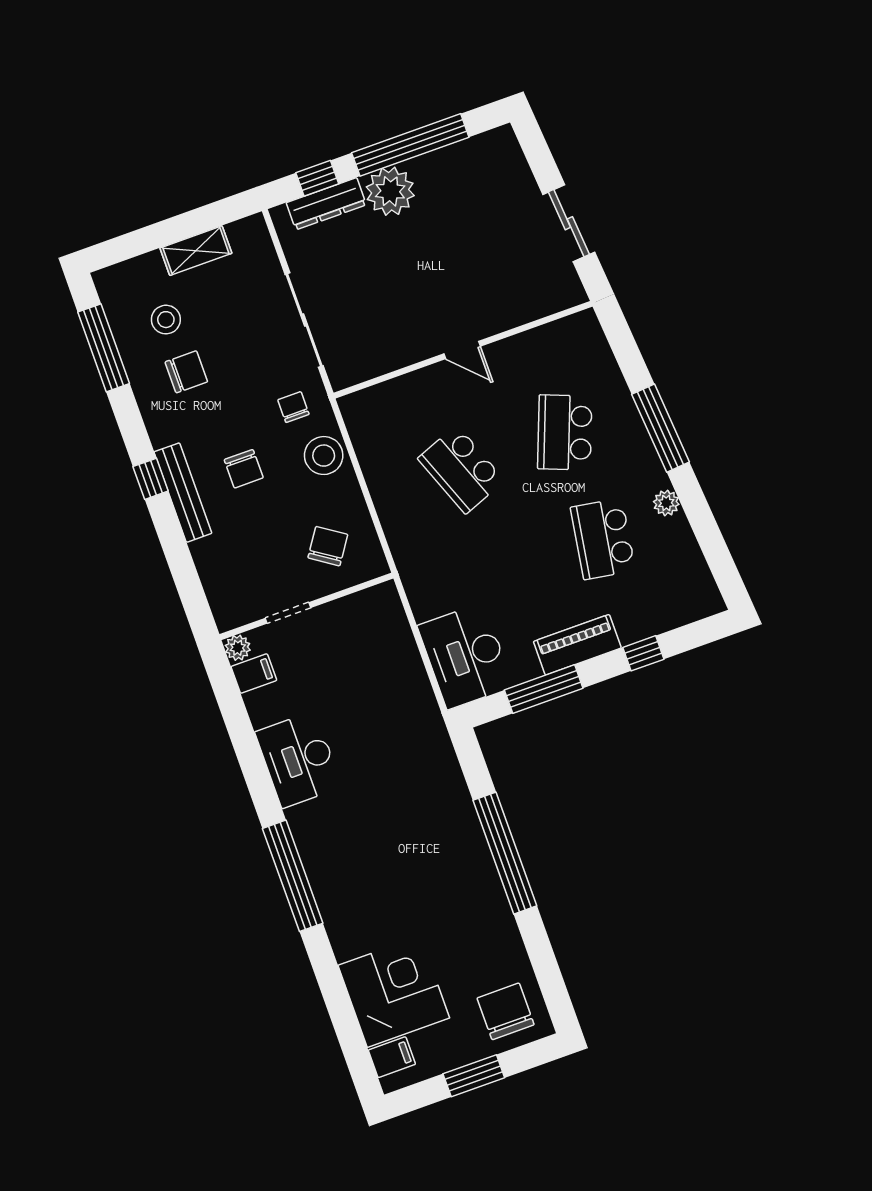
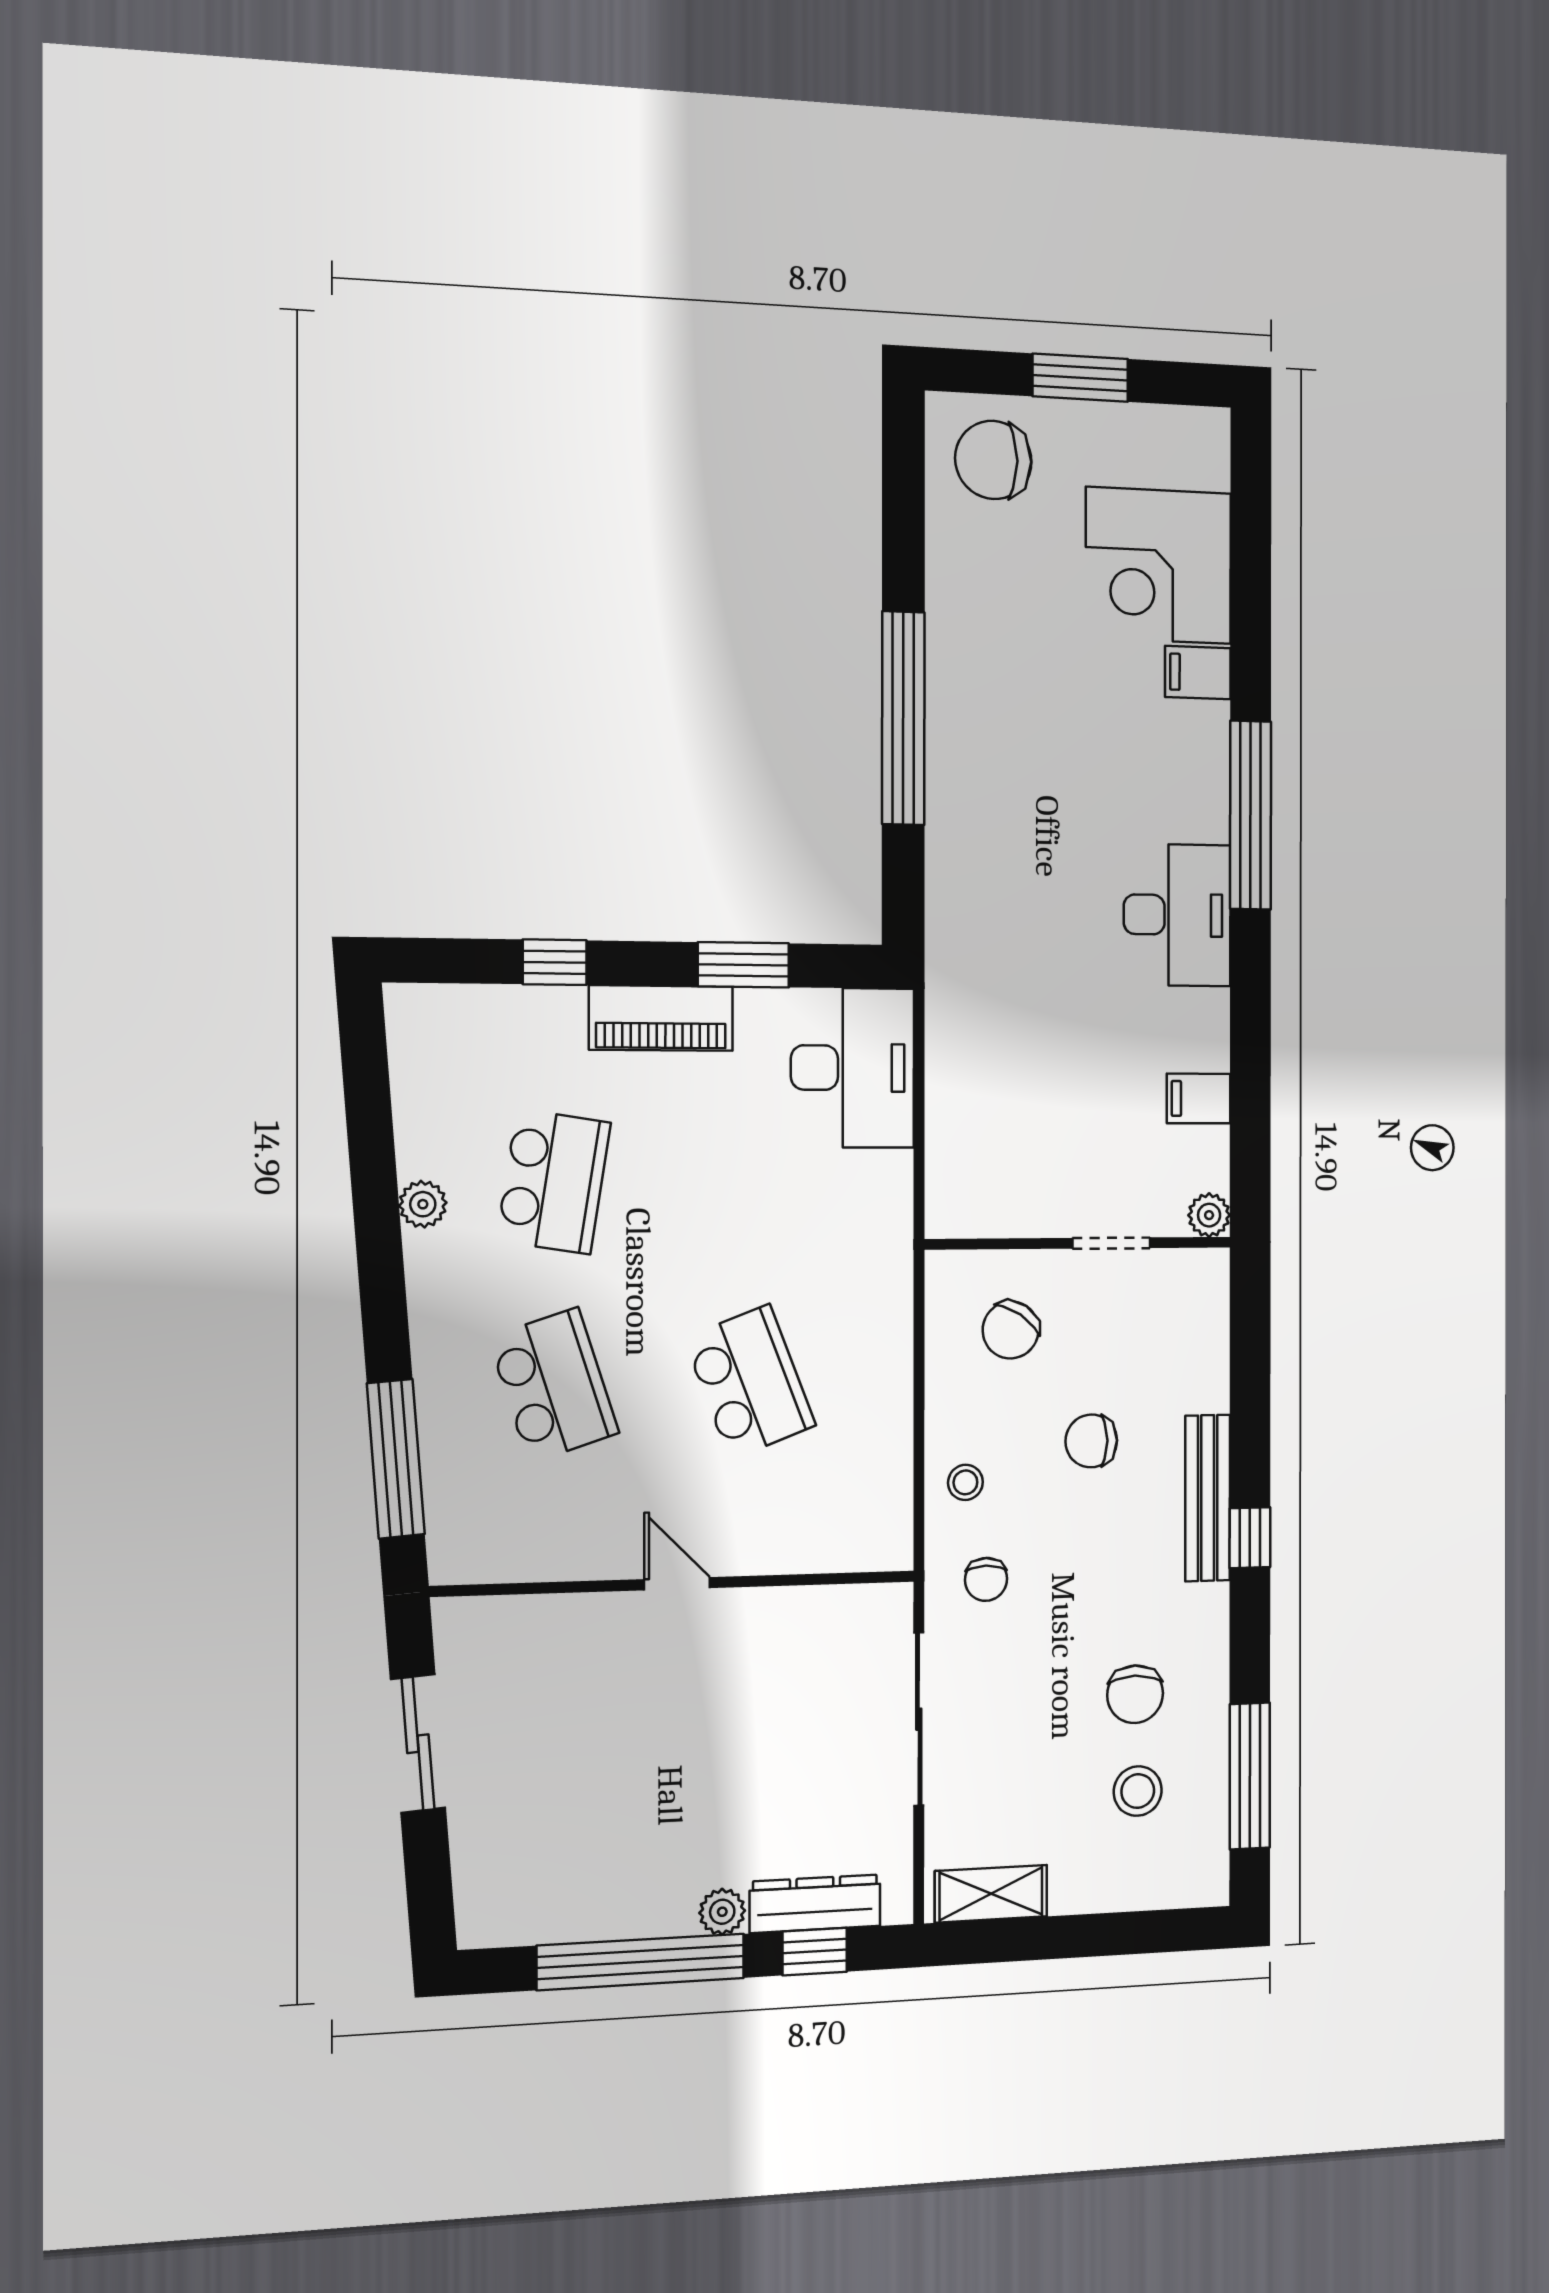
plant: (390, 191) -> (722, 1912), width x0.53, depth x0.53
shelving: (196, 251) -> (991, 1894), moved
chair: (186, 372) -> (1135, 1694), turned -90
window: (661, 428) -> (396, 1459), moved
school desk: (565, 432) -> (554, 1385), turned -39
stool: (324, 456) -> (965, 1482), width x0.53, depth x0.53
chair: (244, 469) -> (1091, 1441), moved, turned -90
filing cabinet: (254, 673) -> (1199, 1099), moved
window: (544, 689) -> (743, 965), width x0.69
desk: (298, 760) -> (1177, 915), moved
chair: (506, 1011) -> (993, 460), turned 90
filing cabinet: (392, 1057) -> (1198, 673), moved

